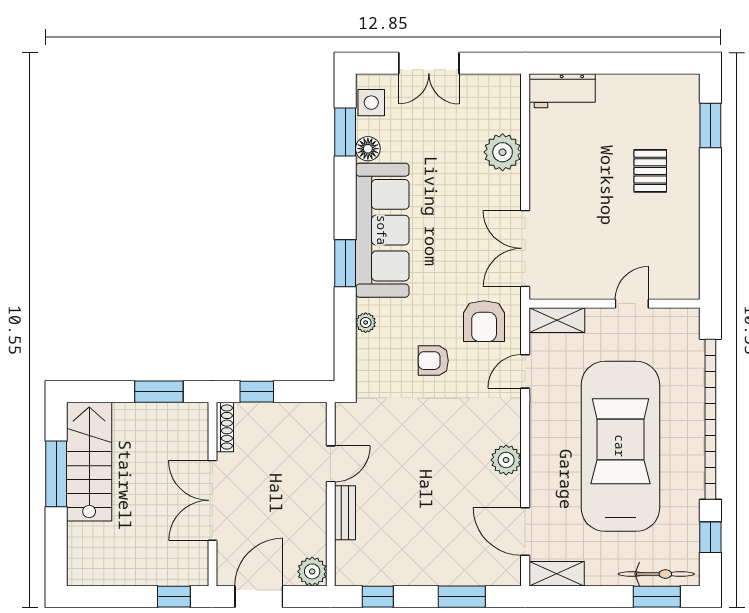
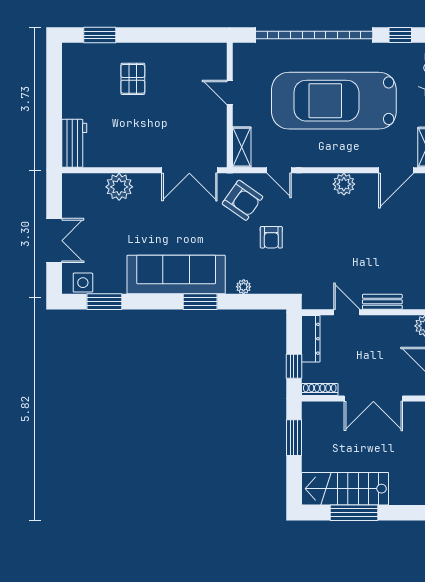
floor lamp: (368, 149) -> (117, 285), removed
pallet: (650, 171) -> (133, 79), turned 90
armchair: (484, 321) -> (243, 200), turned 35
dresser: (294, 415) -> (311, 339), added

